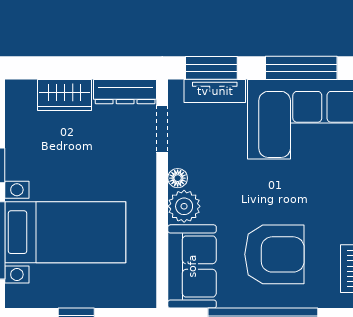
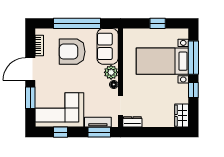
window: (301, 68) -> (60, 132), width x0.46
dresser: (125, 92) -> (132, 122), width x0.70
wardrobe: (65, 95) -> (182, 116), moved, turned -90

